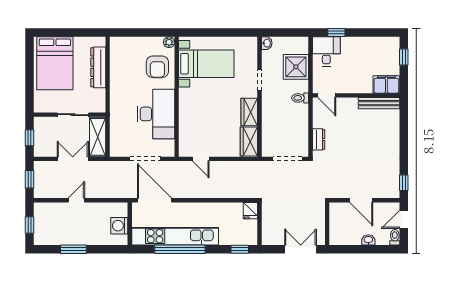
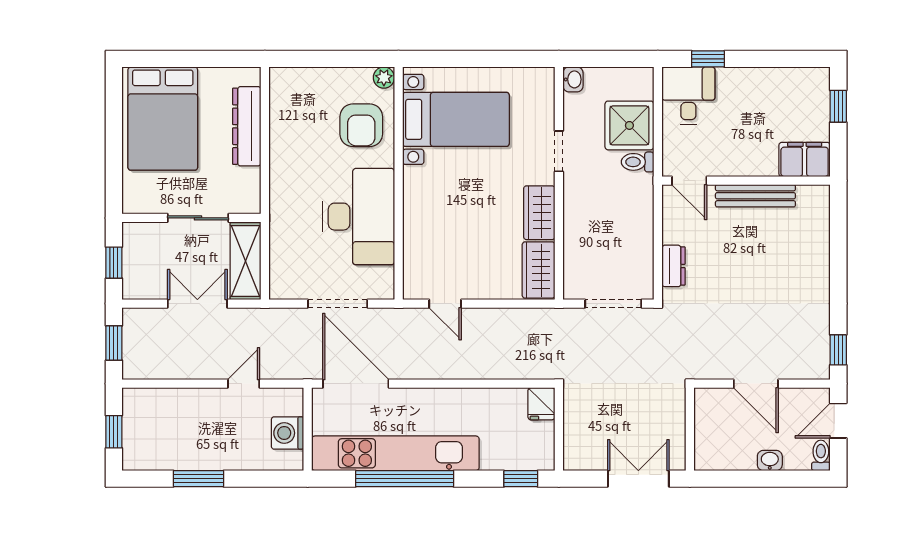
toilet: (300, 98) -> (638, 162), moved
bench: (379, 103) -> (755, 196), moved
door: (76, 200) -> (244, 384), moved

